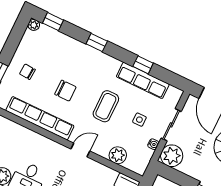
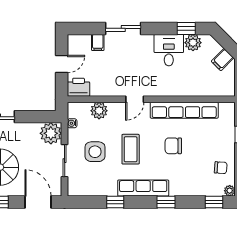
chair: (27, 72) -> (221, 168), moved
row of seats: (143, 80) -> (143, 188), moved
side table: (139, 120) -> (95, 152), width x1.87, depth x1.87
water cooler: (153, 144) -> (72, 123), moved

